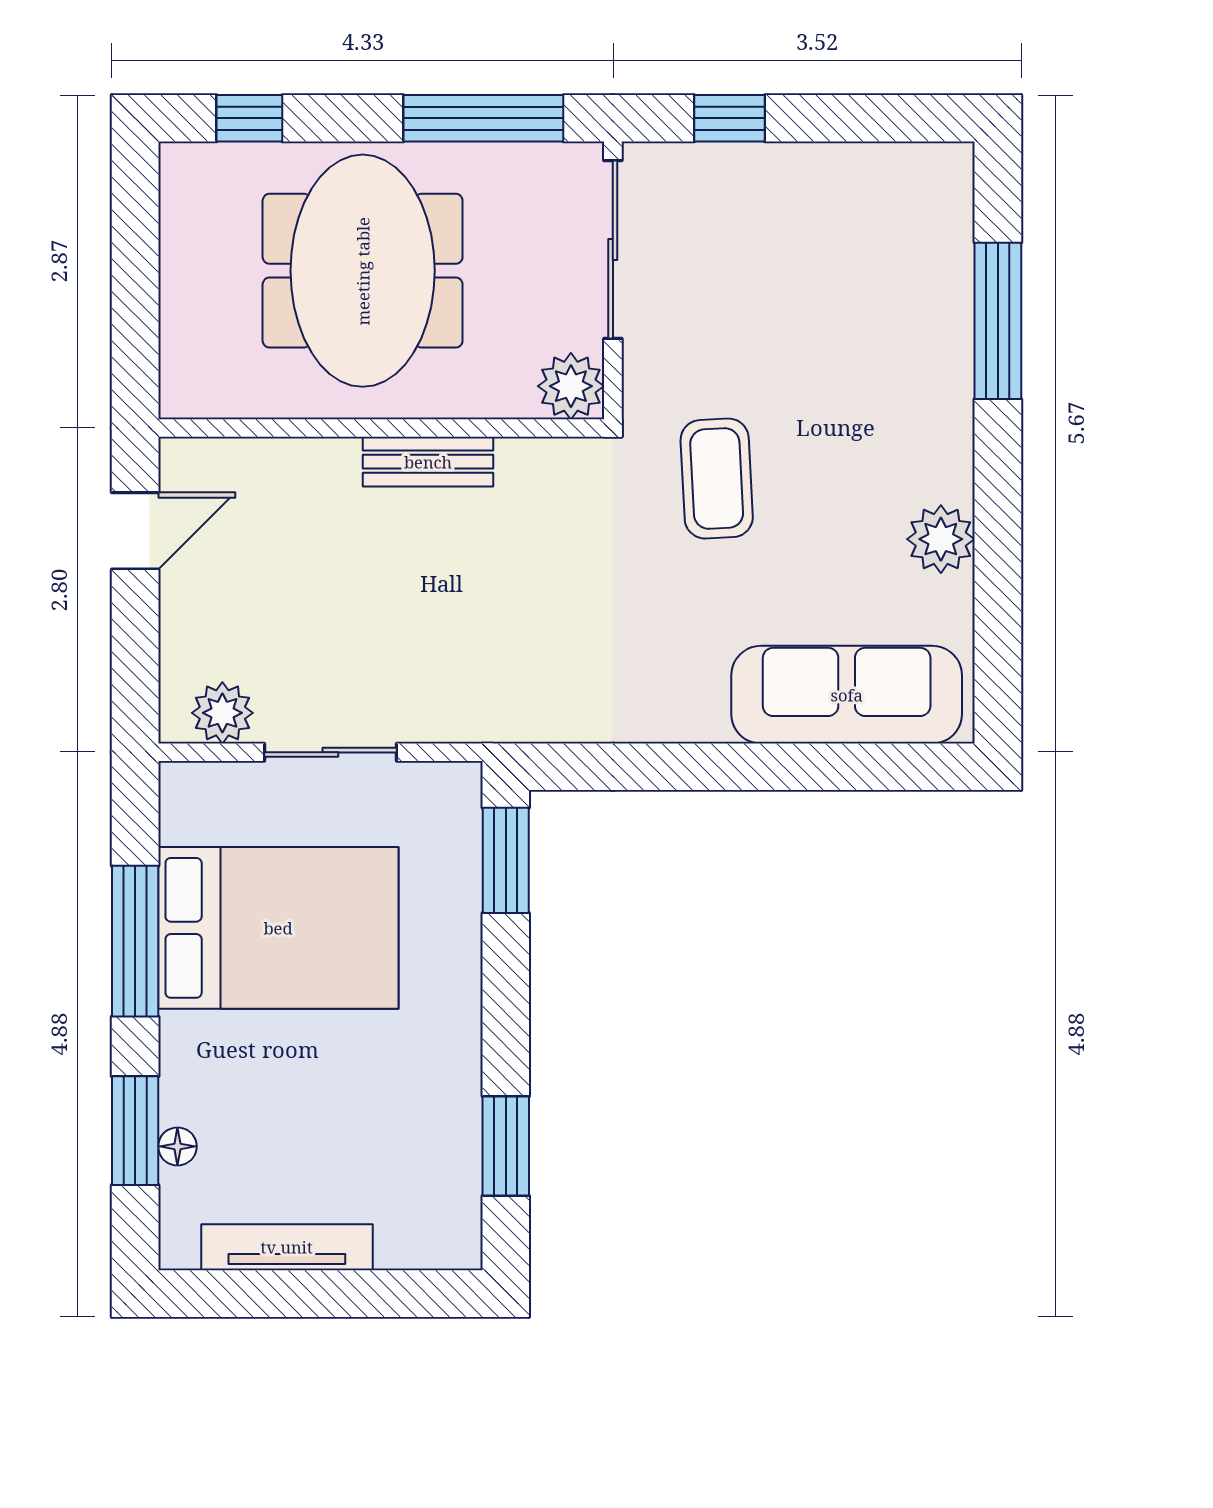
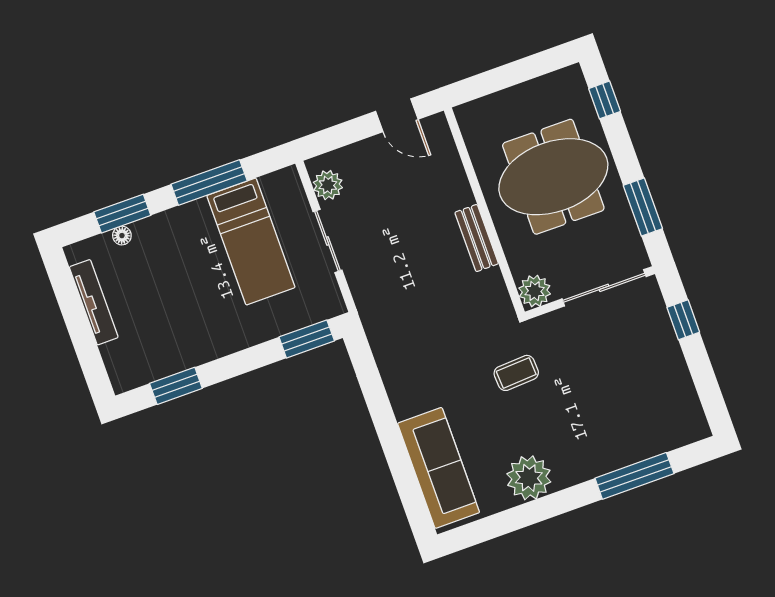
window: (483, 118) -> (643, 207), width x0.69
coffee table: (717, 479) -> (516, 373), width x0.73, depth x0.77
plant: (941, 539) -> (529, 478), width x1.36, depth x1.36
bed: (278, 928) -> (251, 241), width x0.67

